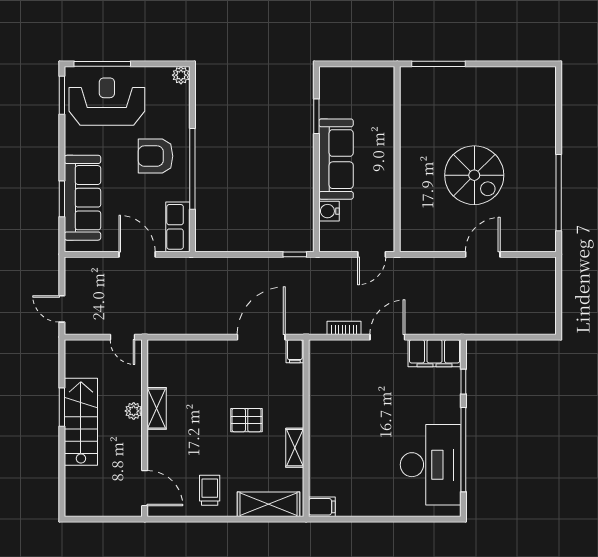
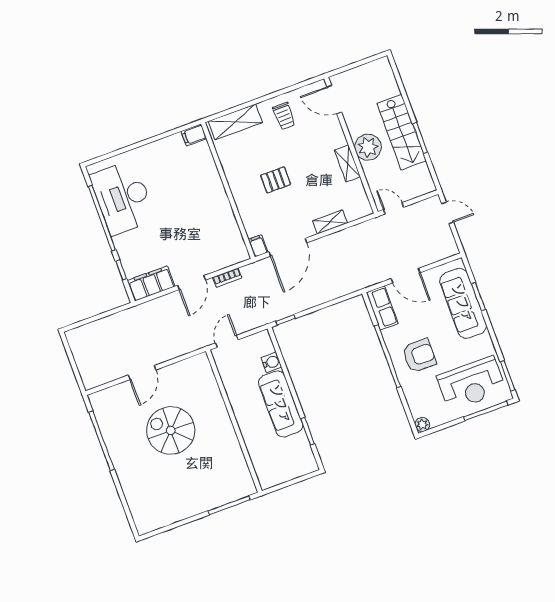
plant: (134, 411) -> (368, 147), width x1.87, depth x1.87
shelving: (295, 448) -> (330, 222), moved, turned 90

